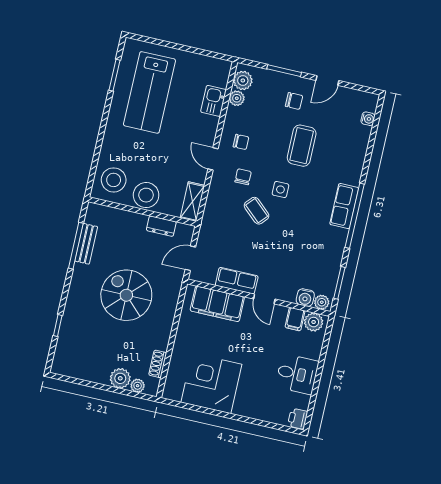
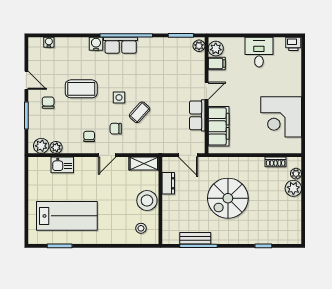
stool: (114, 180) -> (141, 228), width x0.53, depth x0.53
water cooler: (305, 298) -> (96, 44), moved, turned -90

